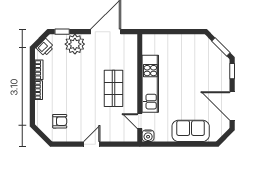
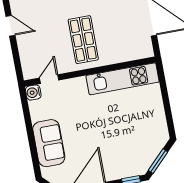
kitchen unit: (150, 84) -> (123, 79), moved
shop shelf: (113, 88) -> (83, 40), turned 90

